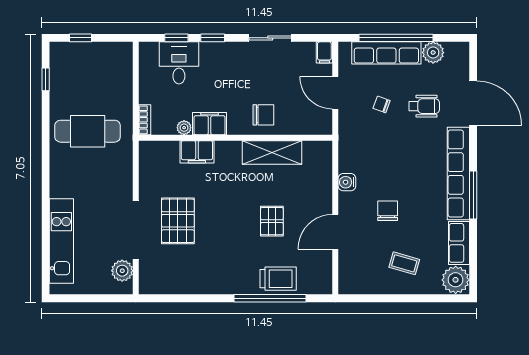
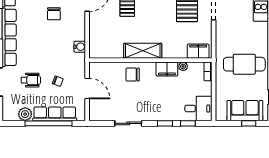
filing cabinet: (324, 52) -> (94, 114), removed
sofa: (87, 58) -> (245, 111), added
desk: (179, 63) -> (198, 109), moved, turned -90
wheelchair: (424, 106) -> (31, 80), turned 180
filing cabinet: (197, 152) -> (198, 51), moved
shelving: (272, 152) -> (143, 51), moved
water cooler: (347, 182) -> (80, 47), moved

